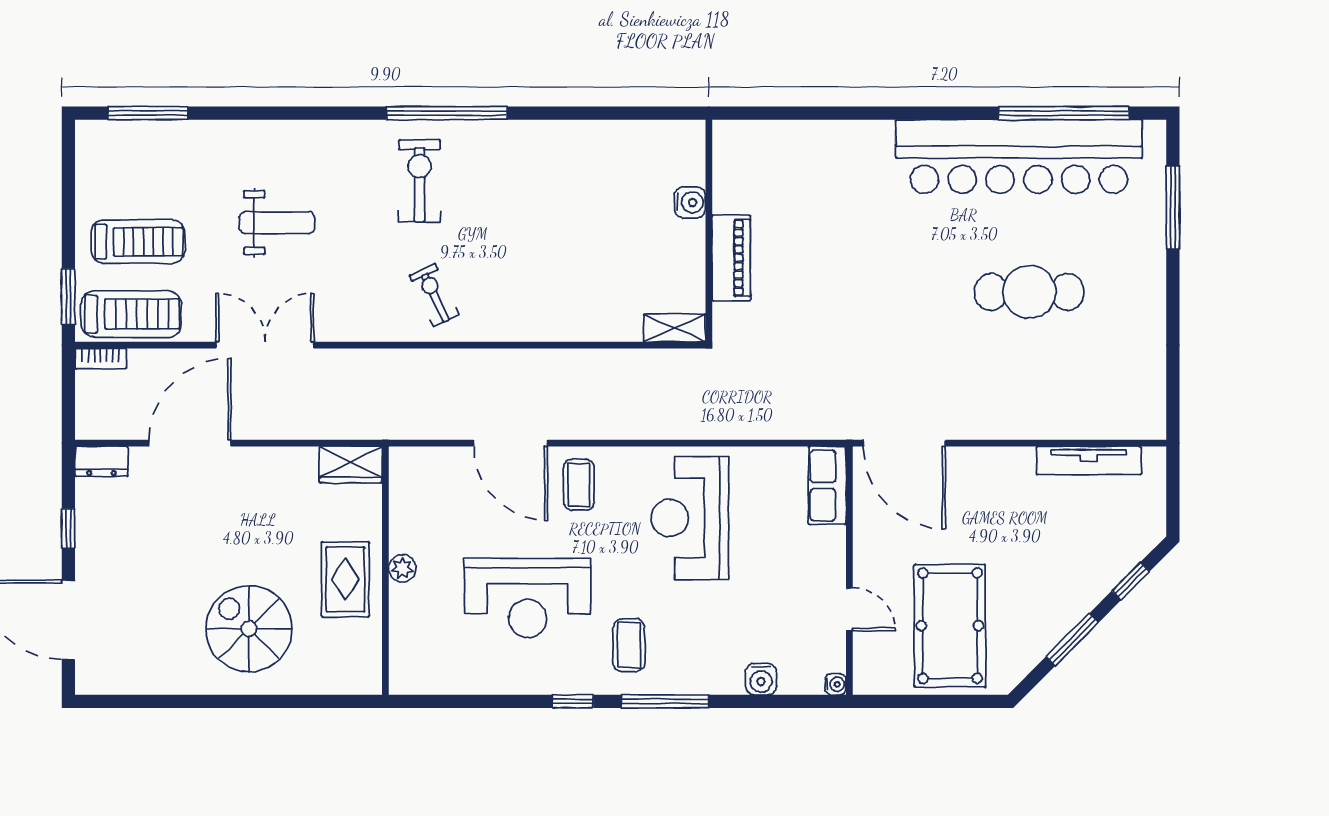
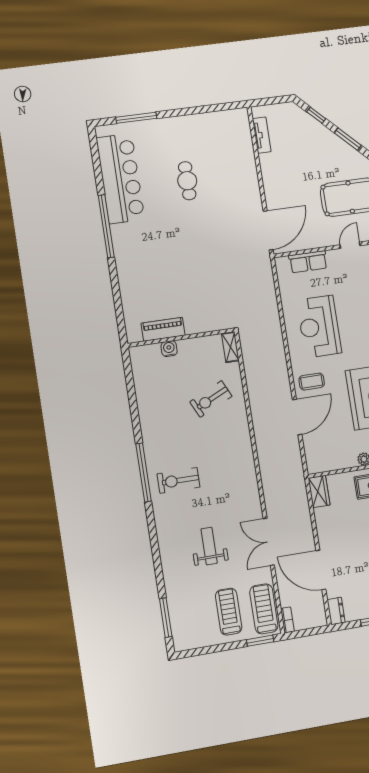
window: (1064, 113) -> (106, 226), moved
bar counter: (1019, 157) -> (120, 179), width x0.73
piano: (731, 258) -> (163, 329), moved
cafe table: (1029, 292) -> (187, 181), width x0.73, depth x0.74
exercise bike: (434, 295) -> (211, 399), moved, width x1.38, depth x1.39
tv unit: (1089, 461) -> (262, 135), width x0.71
row of seats: (827, 485) -> (308, 262), moved
reception desk: (690, 518) -> (319, 327), turned 90

